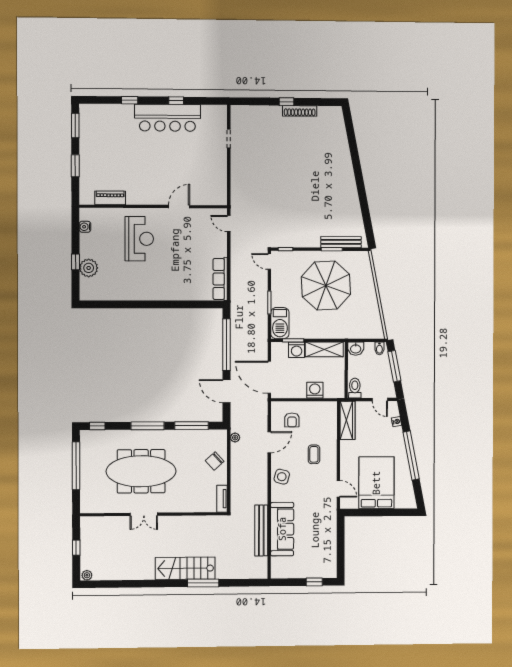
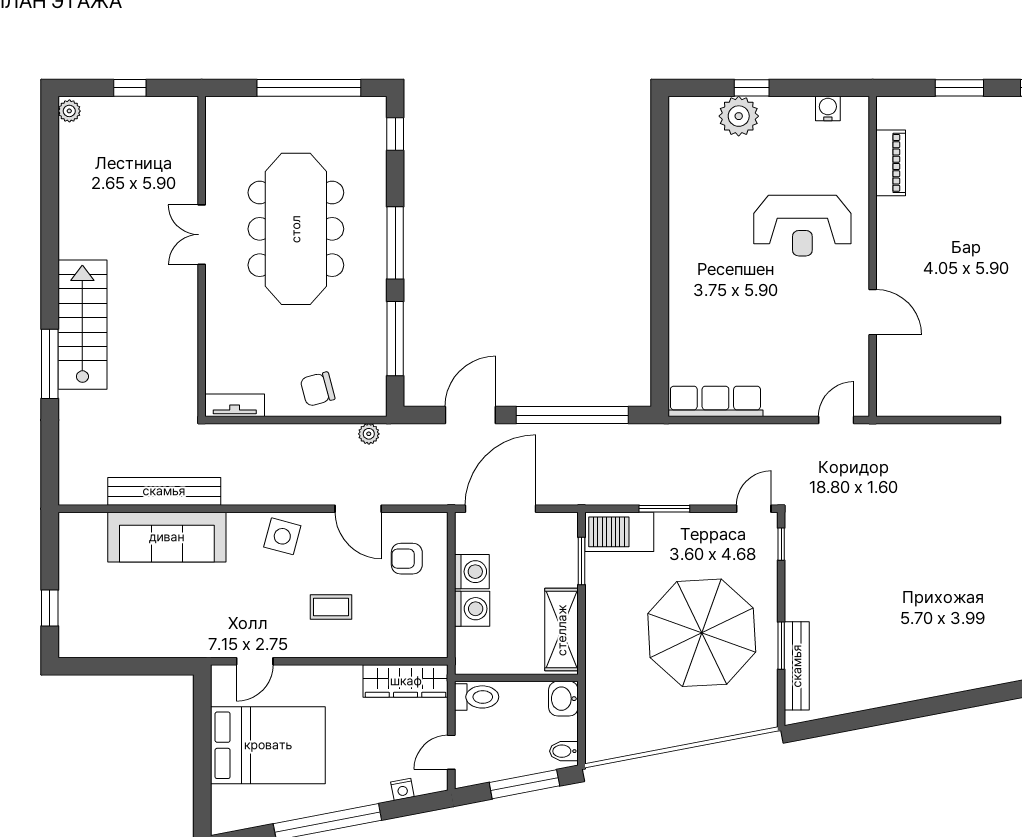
washing machine: (297, 350) -> (472, 572), moved, turned 180
chair: (215, 461) -> (318, 389), turned -63

